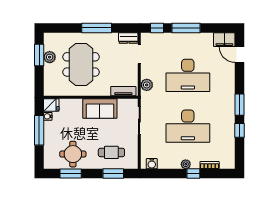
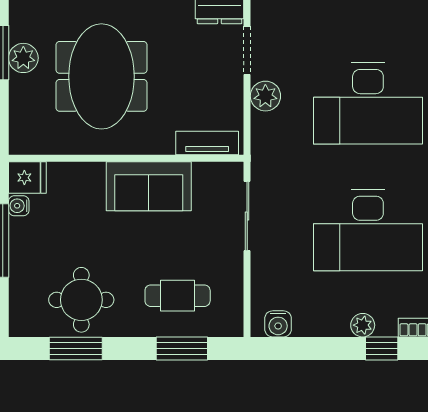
plant: (147, 85) -> (265, 96), moved

